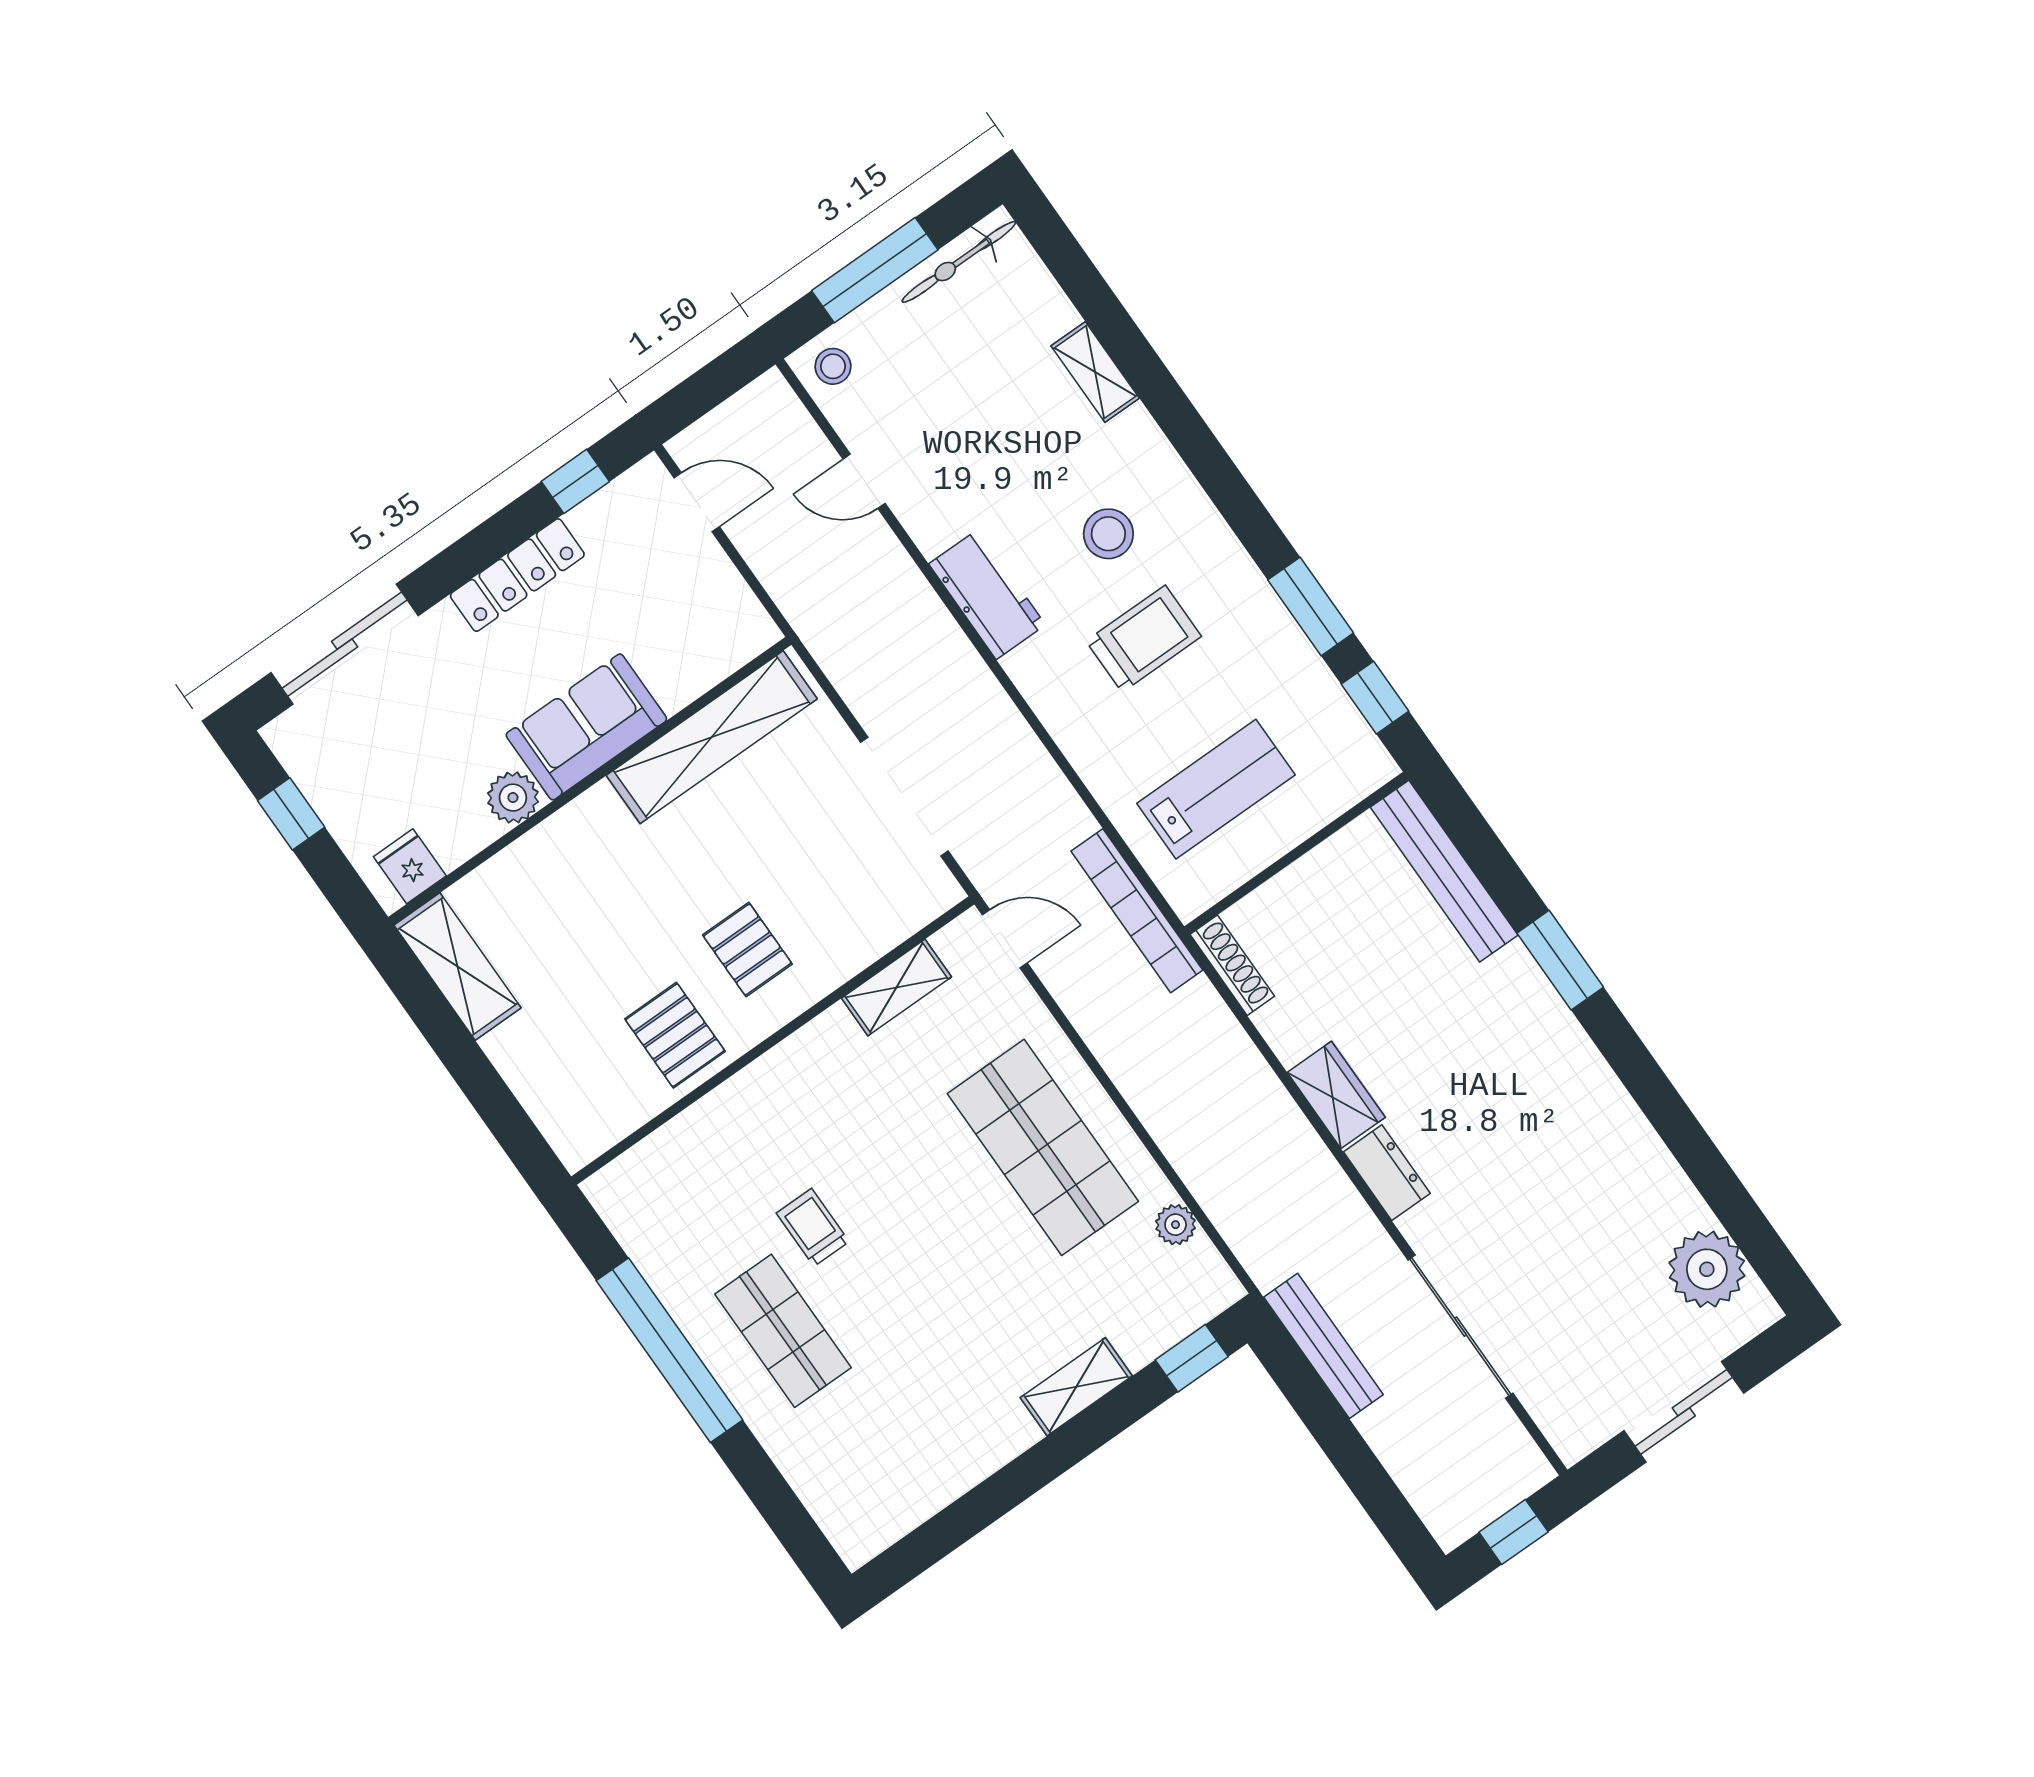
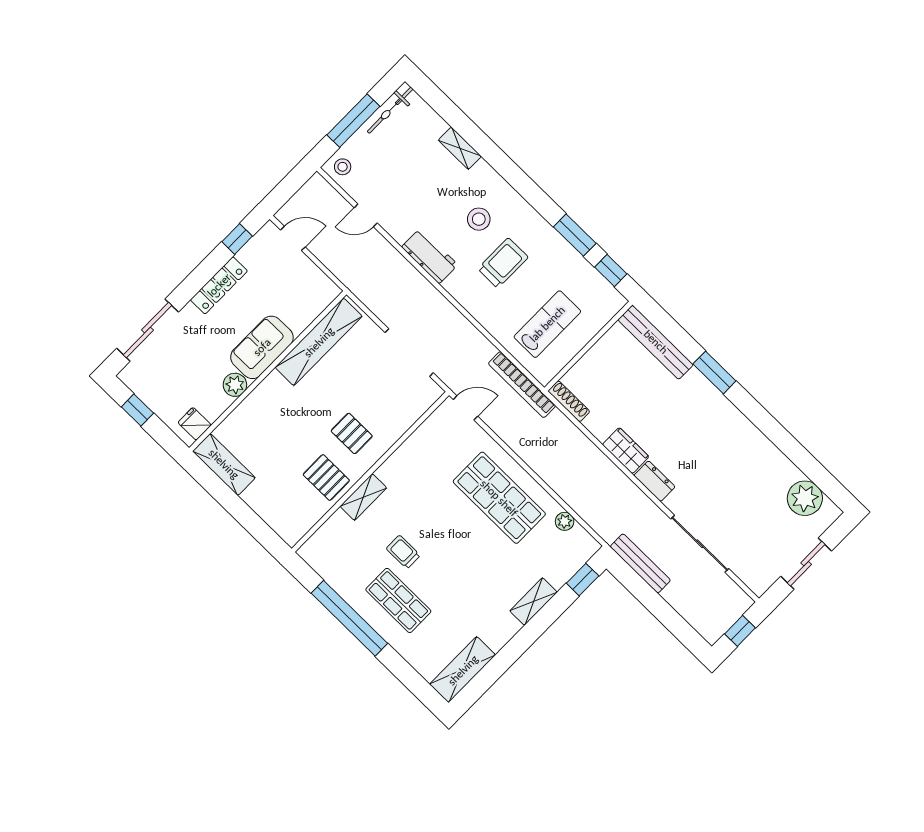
shelving: (896, 987) -> (363, 497), moved
shelving: (895, 1507) -> (463, 670), added

